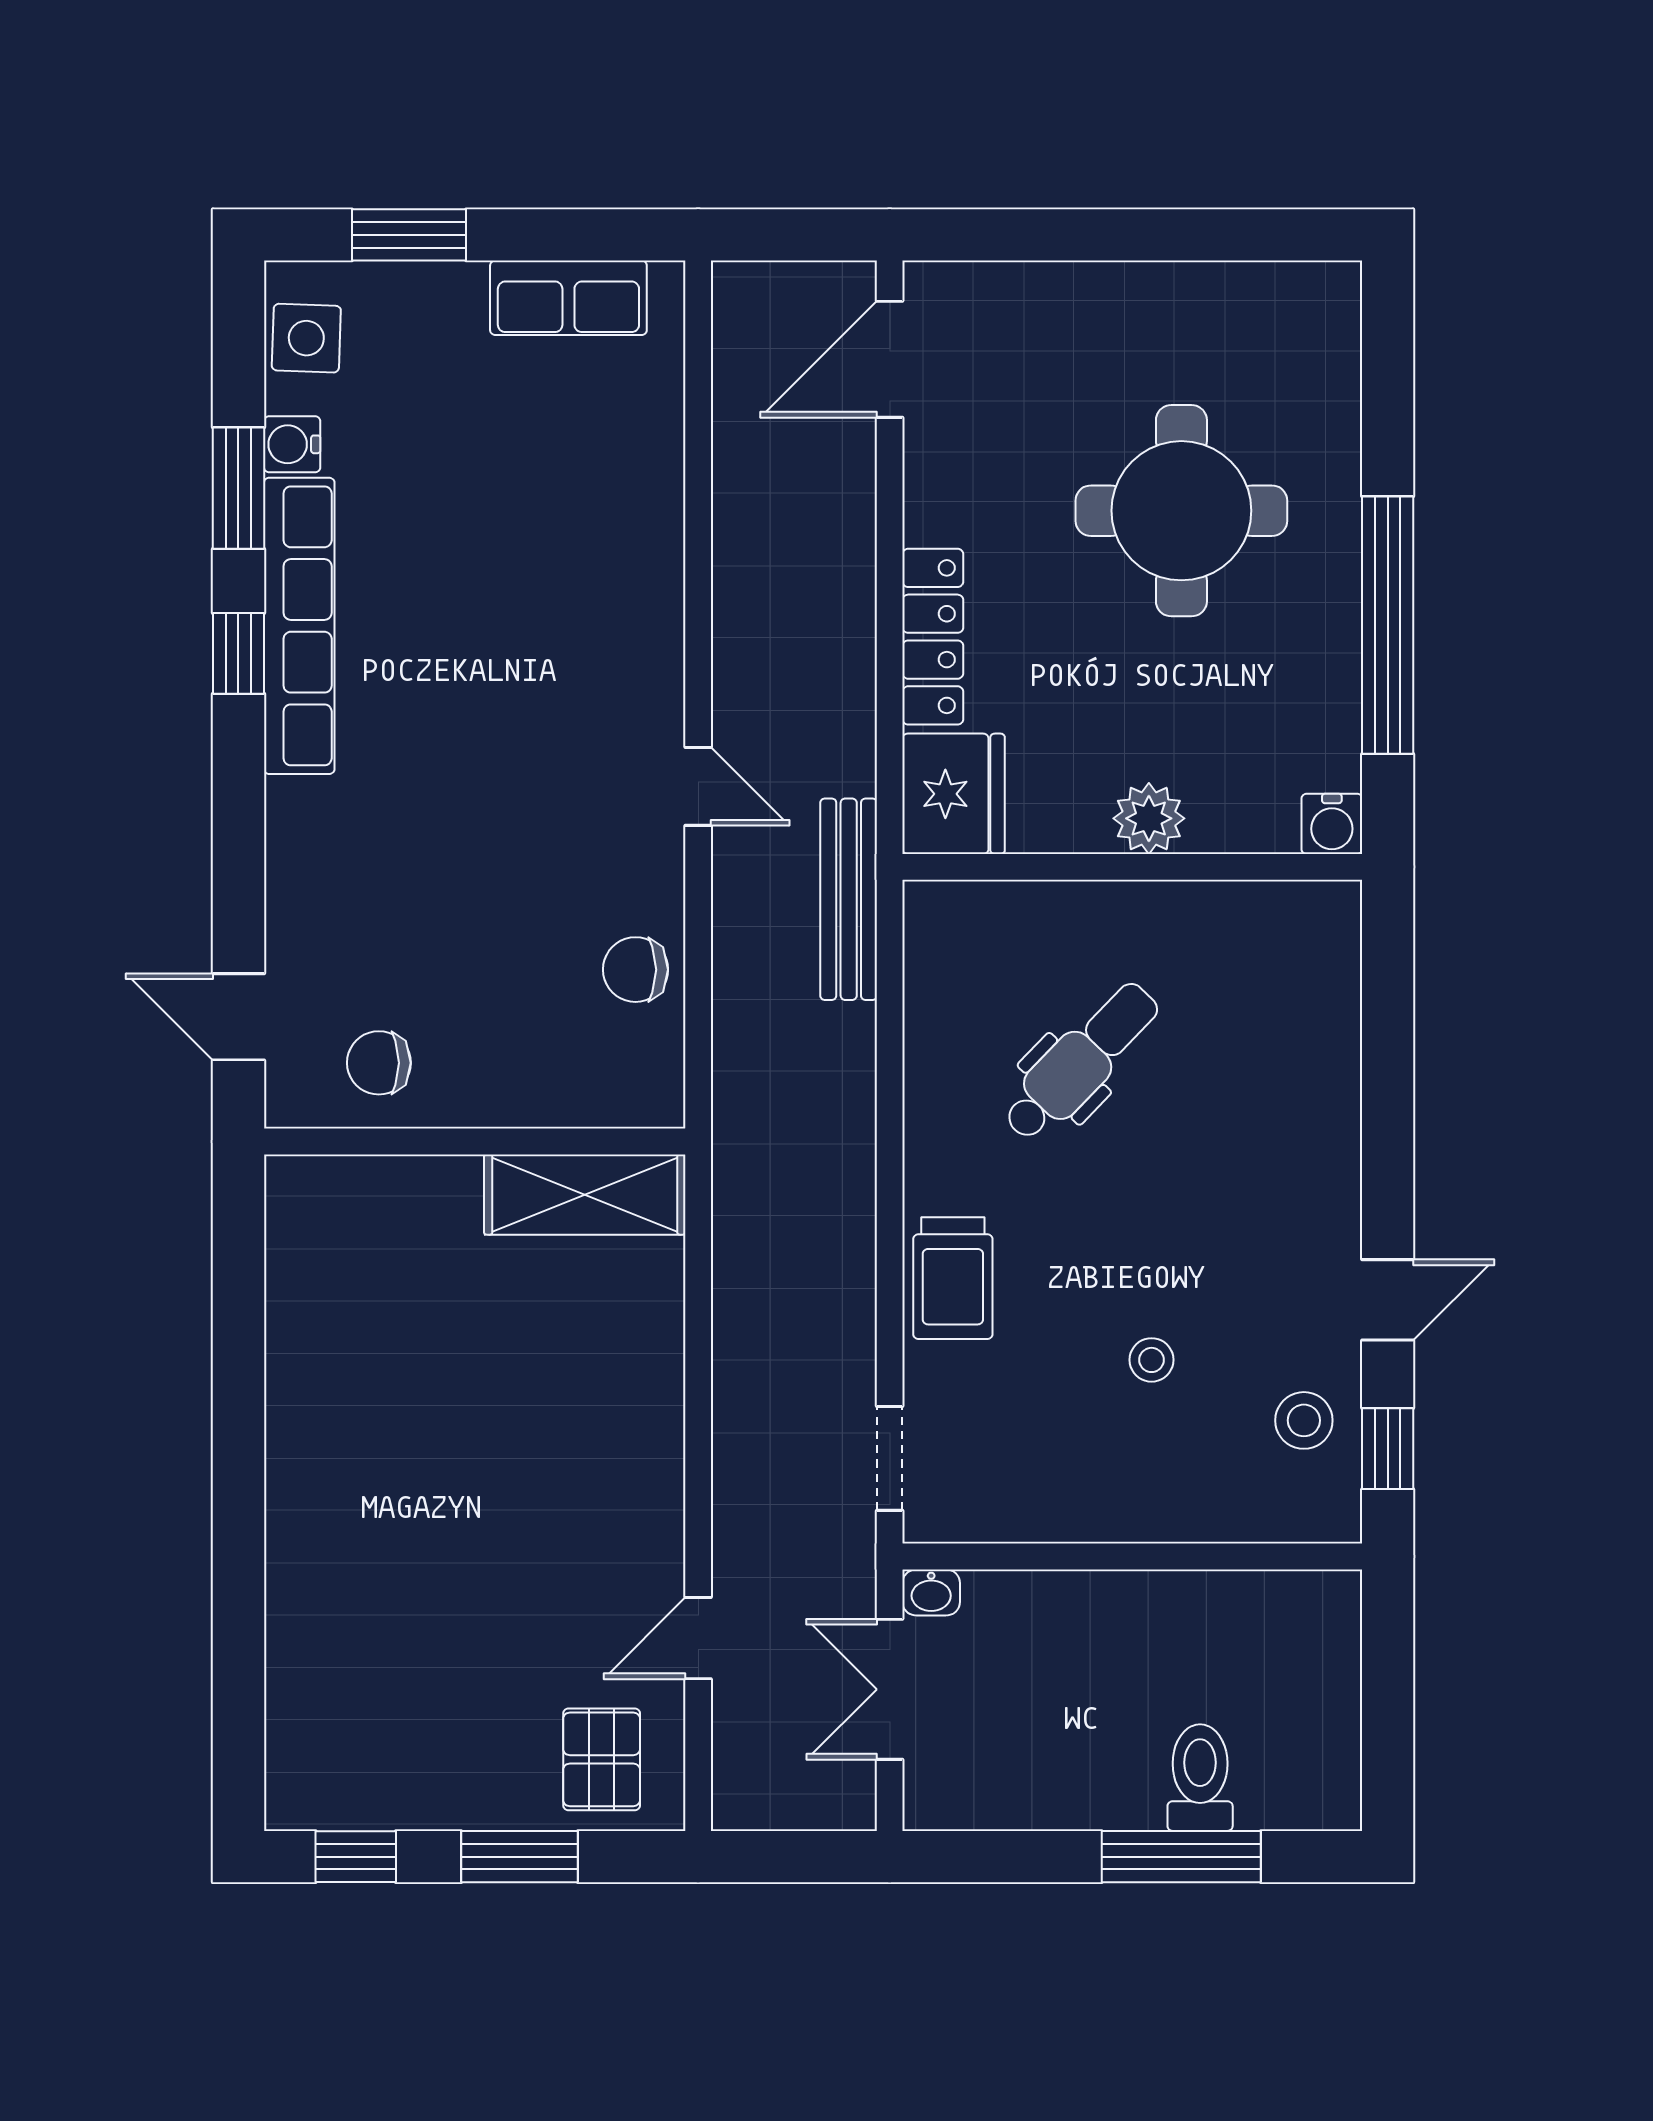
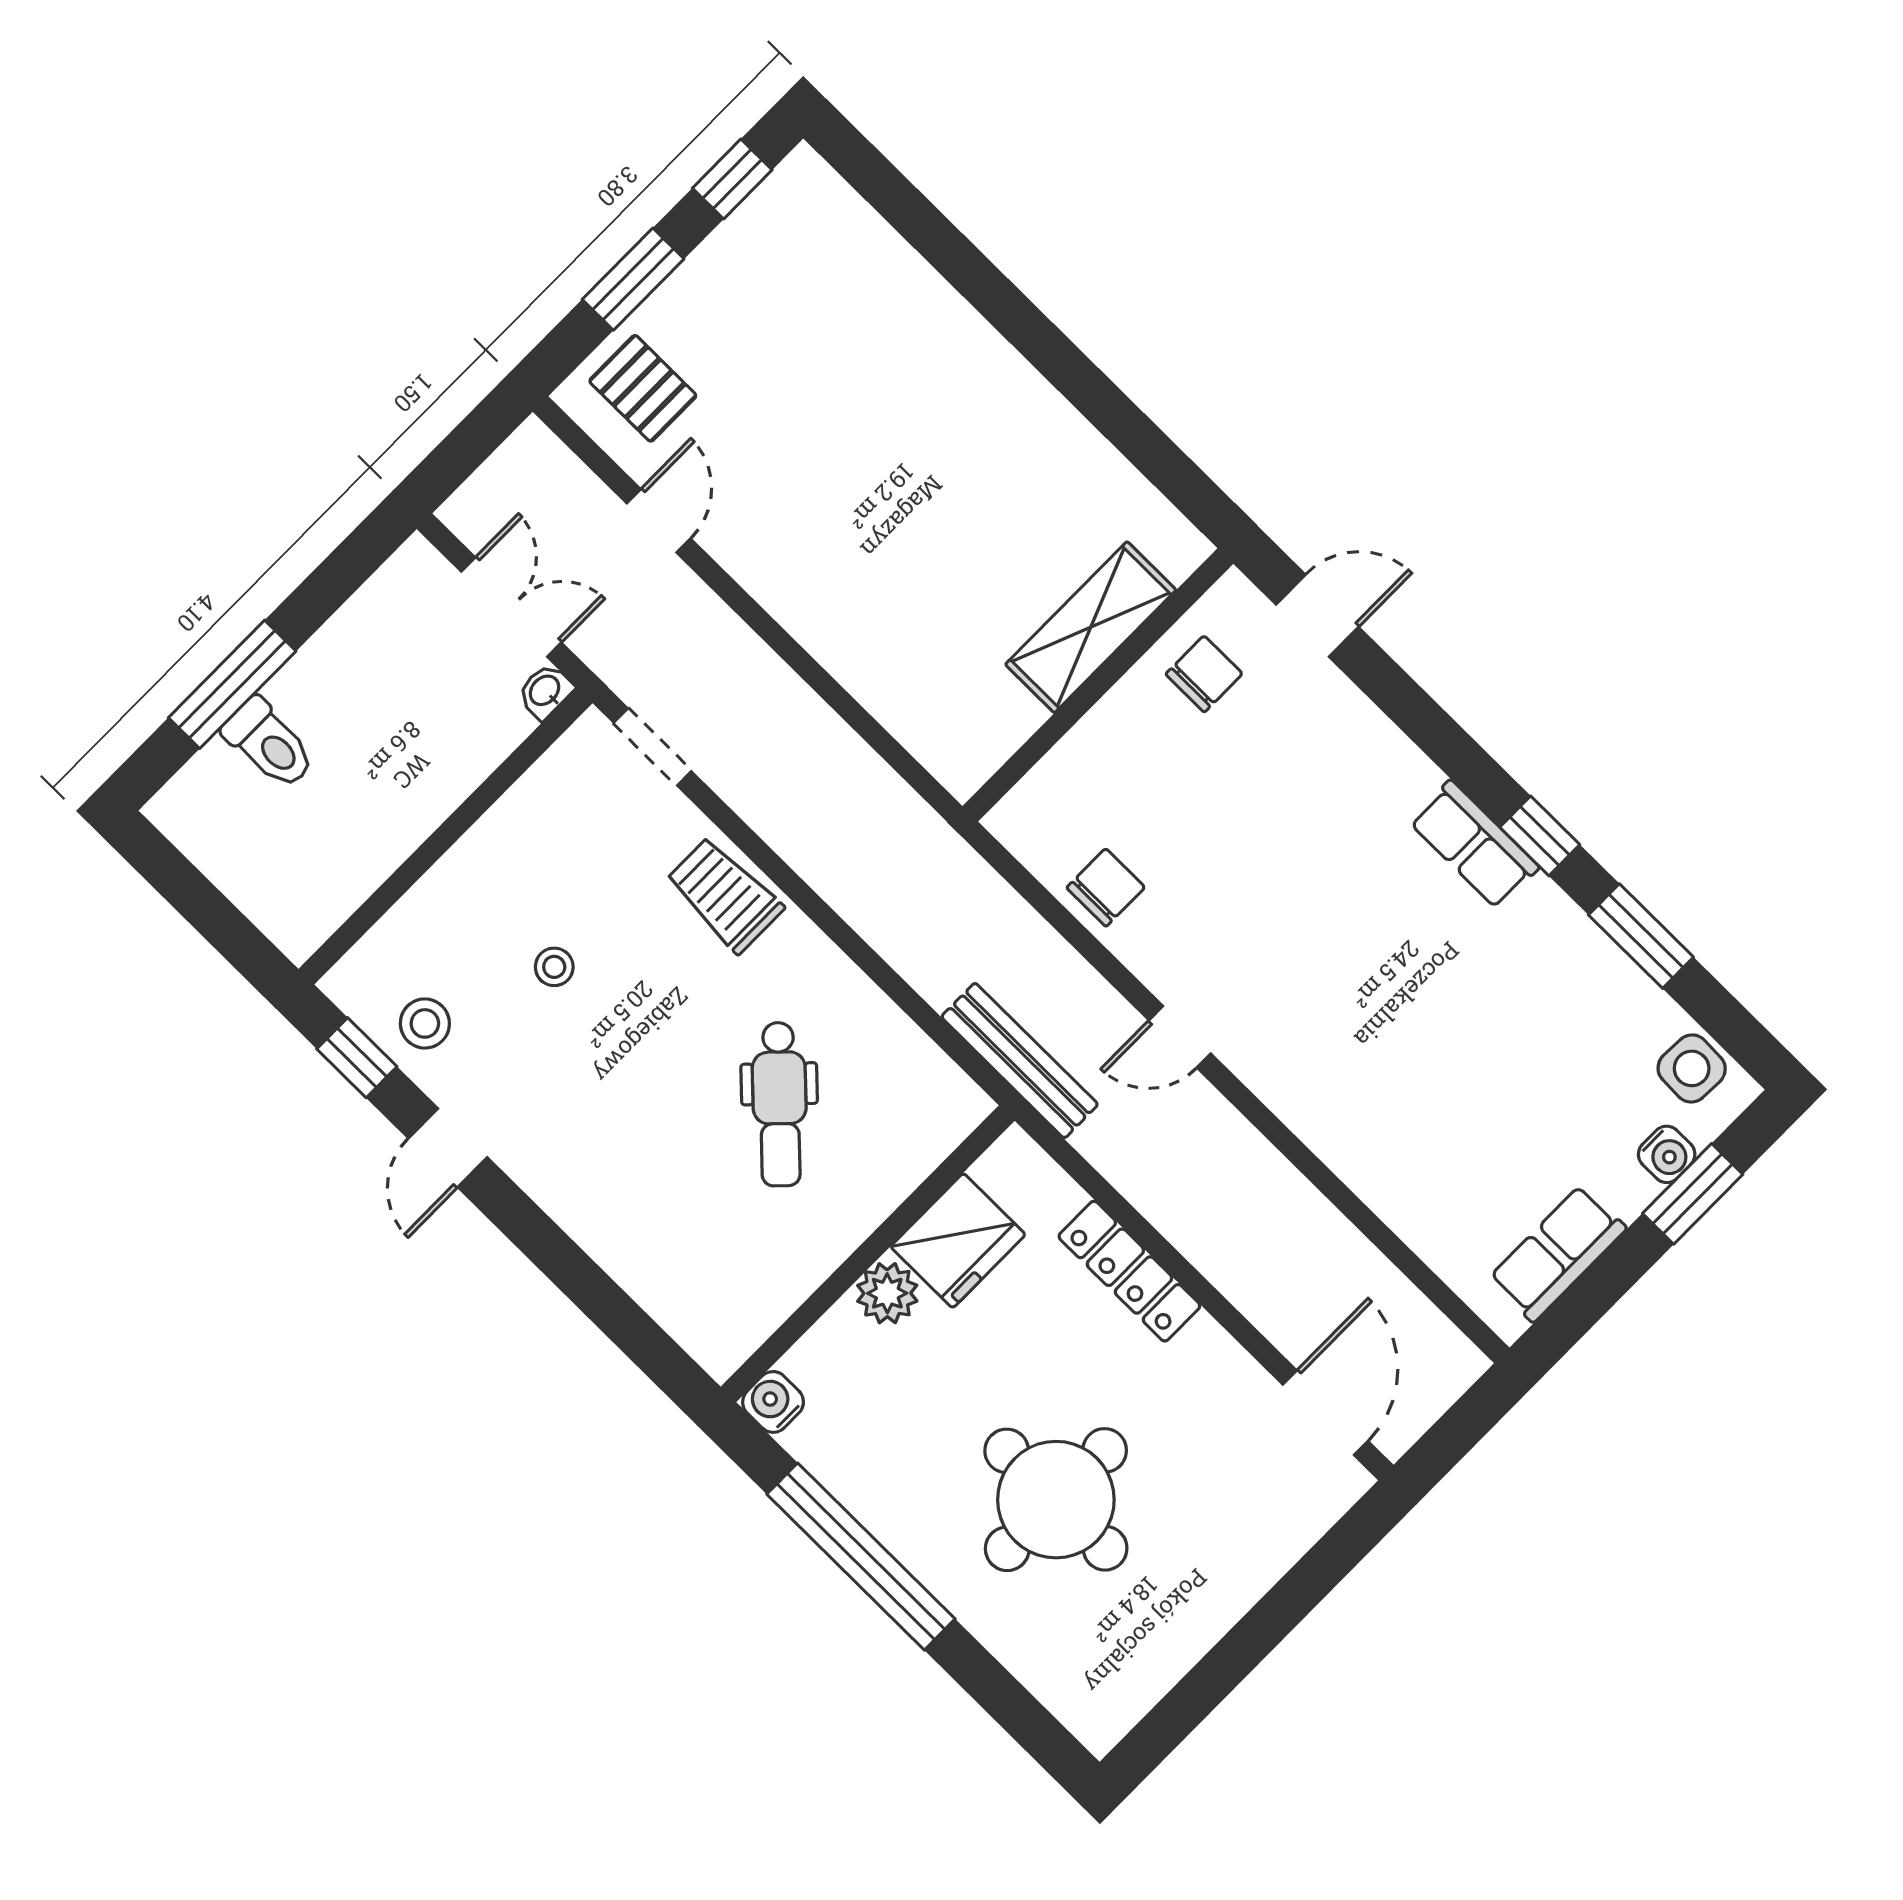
water cooler: (292, 444) -> (1667, 1154), moved, turned 90
row of seats: (299, 626) -> (1474, 844), width x0.50
fridge: (954, 794) -> (958, 1241), moved, turned -90
shelving: (585, 1195) -> (1091, 627), moved

